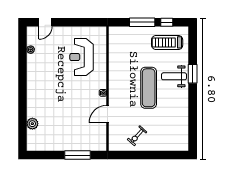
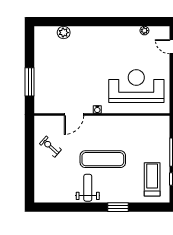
reception desk: (82, 57) -> (136, 86), width x1.36, depth x1.30
weight bench: (174, 76) -> (88, 188), moved
door: (108, 114) -> (74, 114), swing flipped

